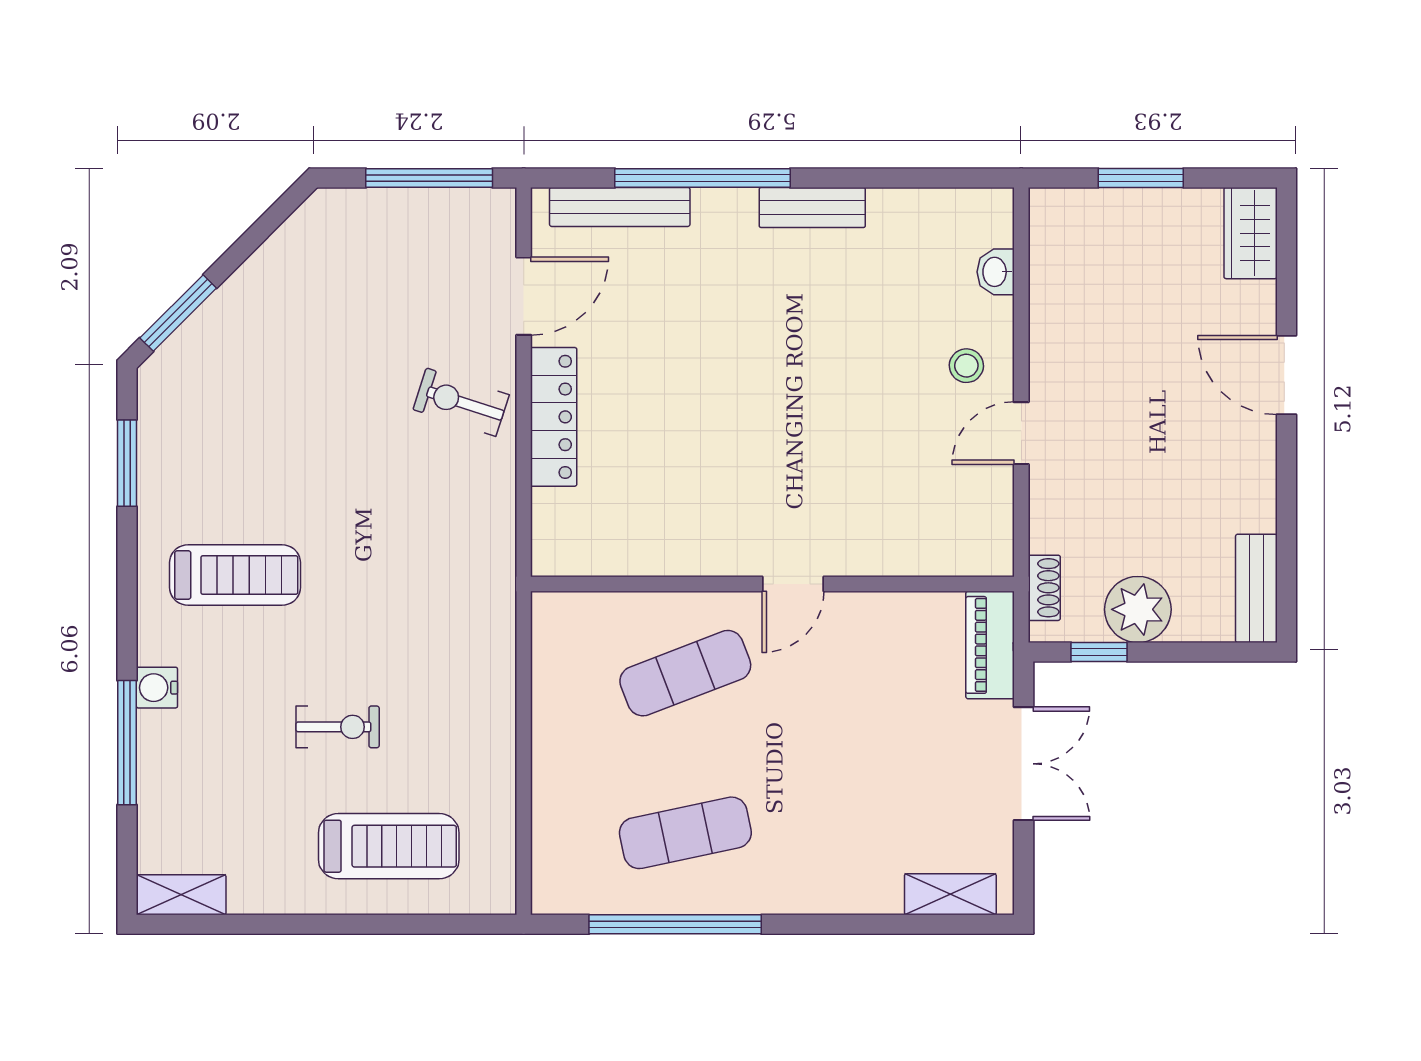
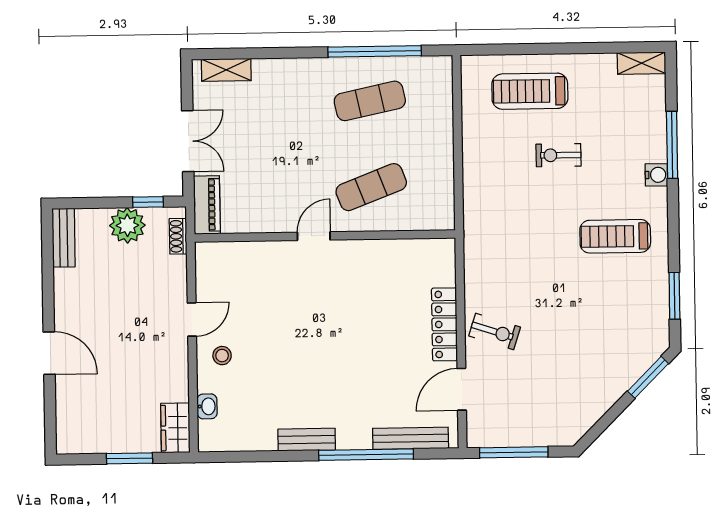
wardrobe: (1251, 233) -> (175, 428), moved, turned 180
double door: (1024, 764) -> (188, 141), swing flipped

